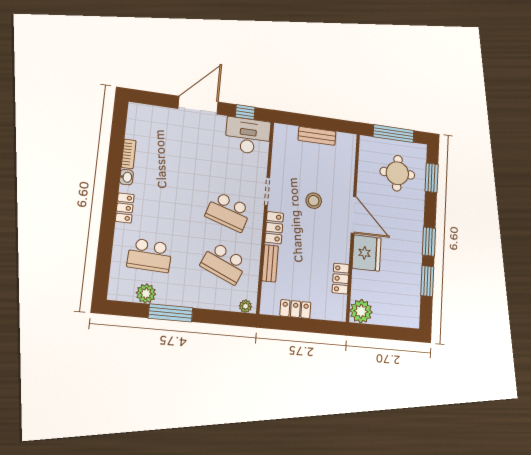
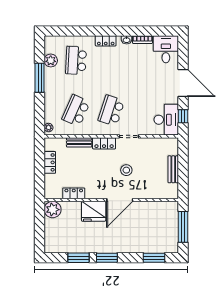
desk: (147, 122) -> (166, 49), added
round table: (397, 173) -> (154, 231), removed

